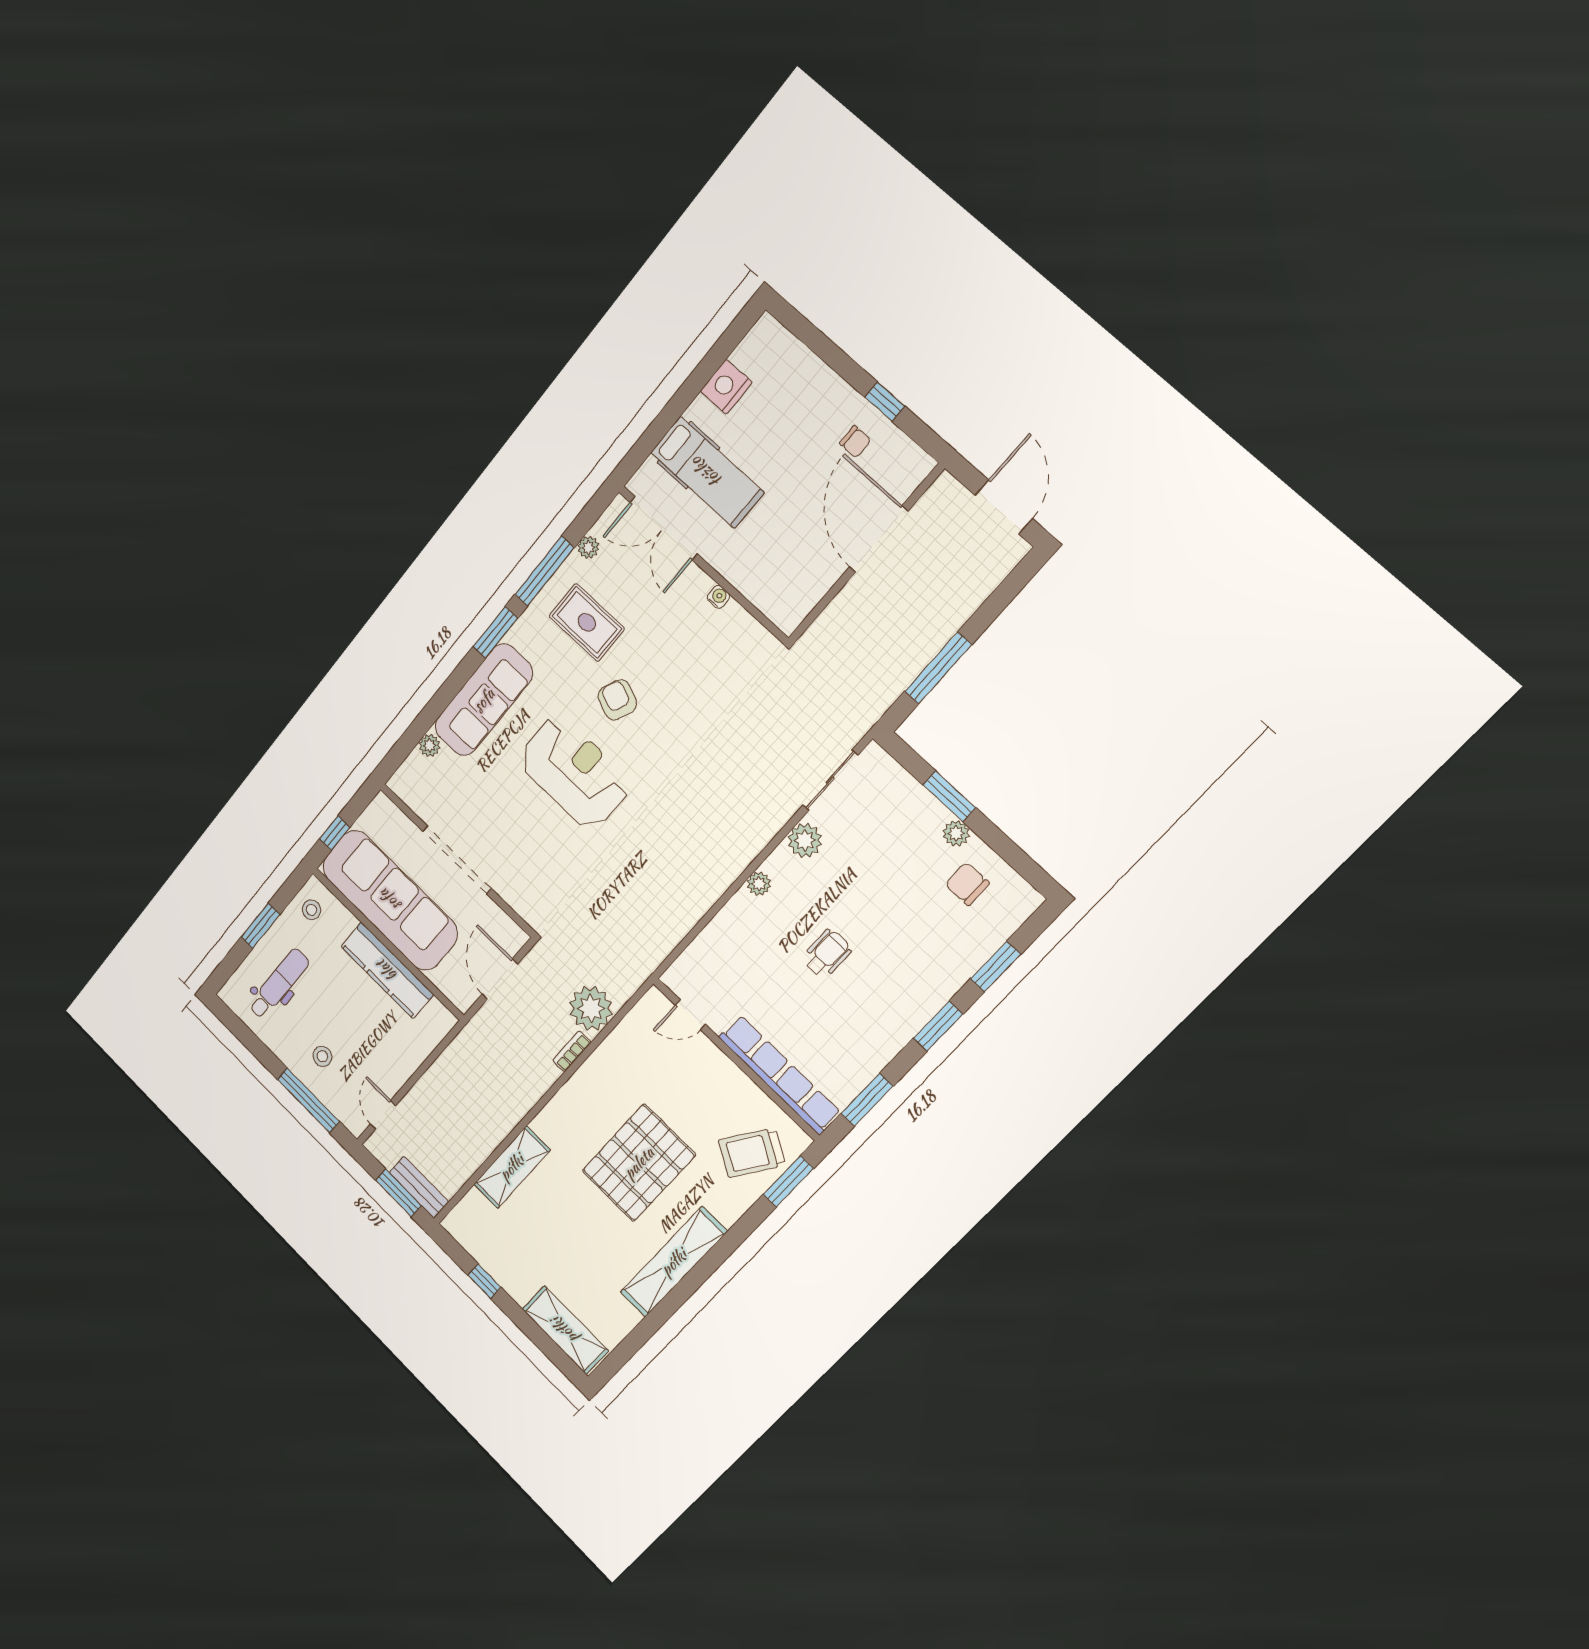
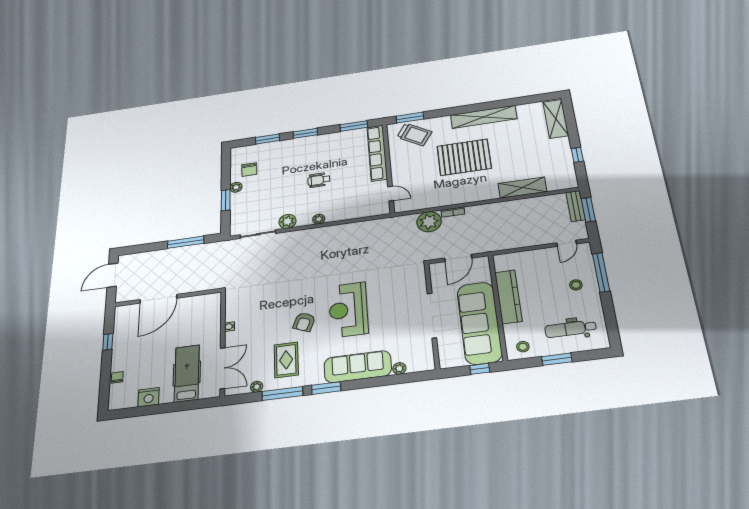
chair: (855, 442) -> (117, 377), moved

